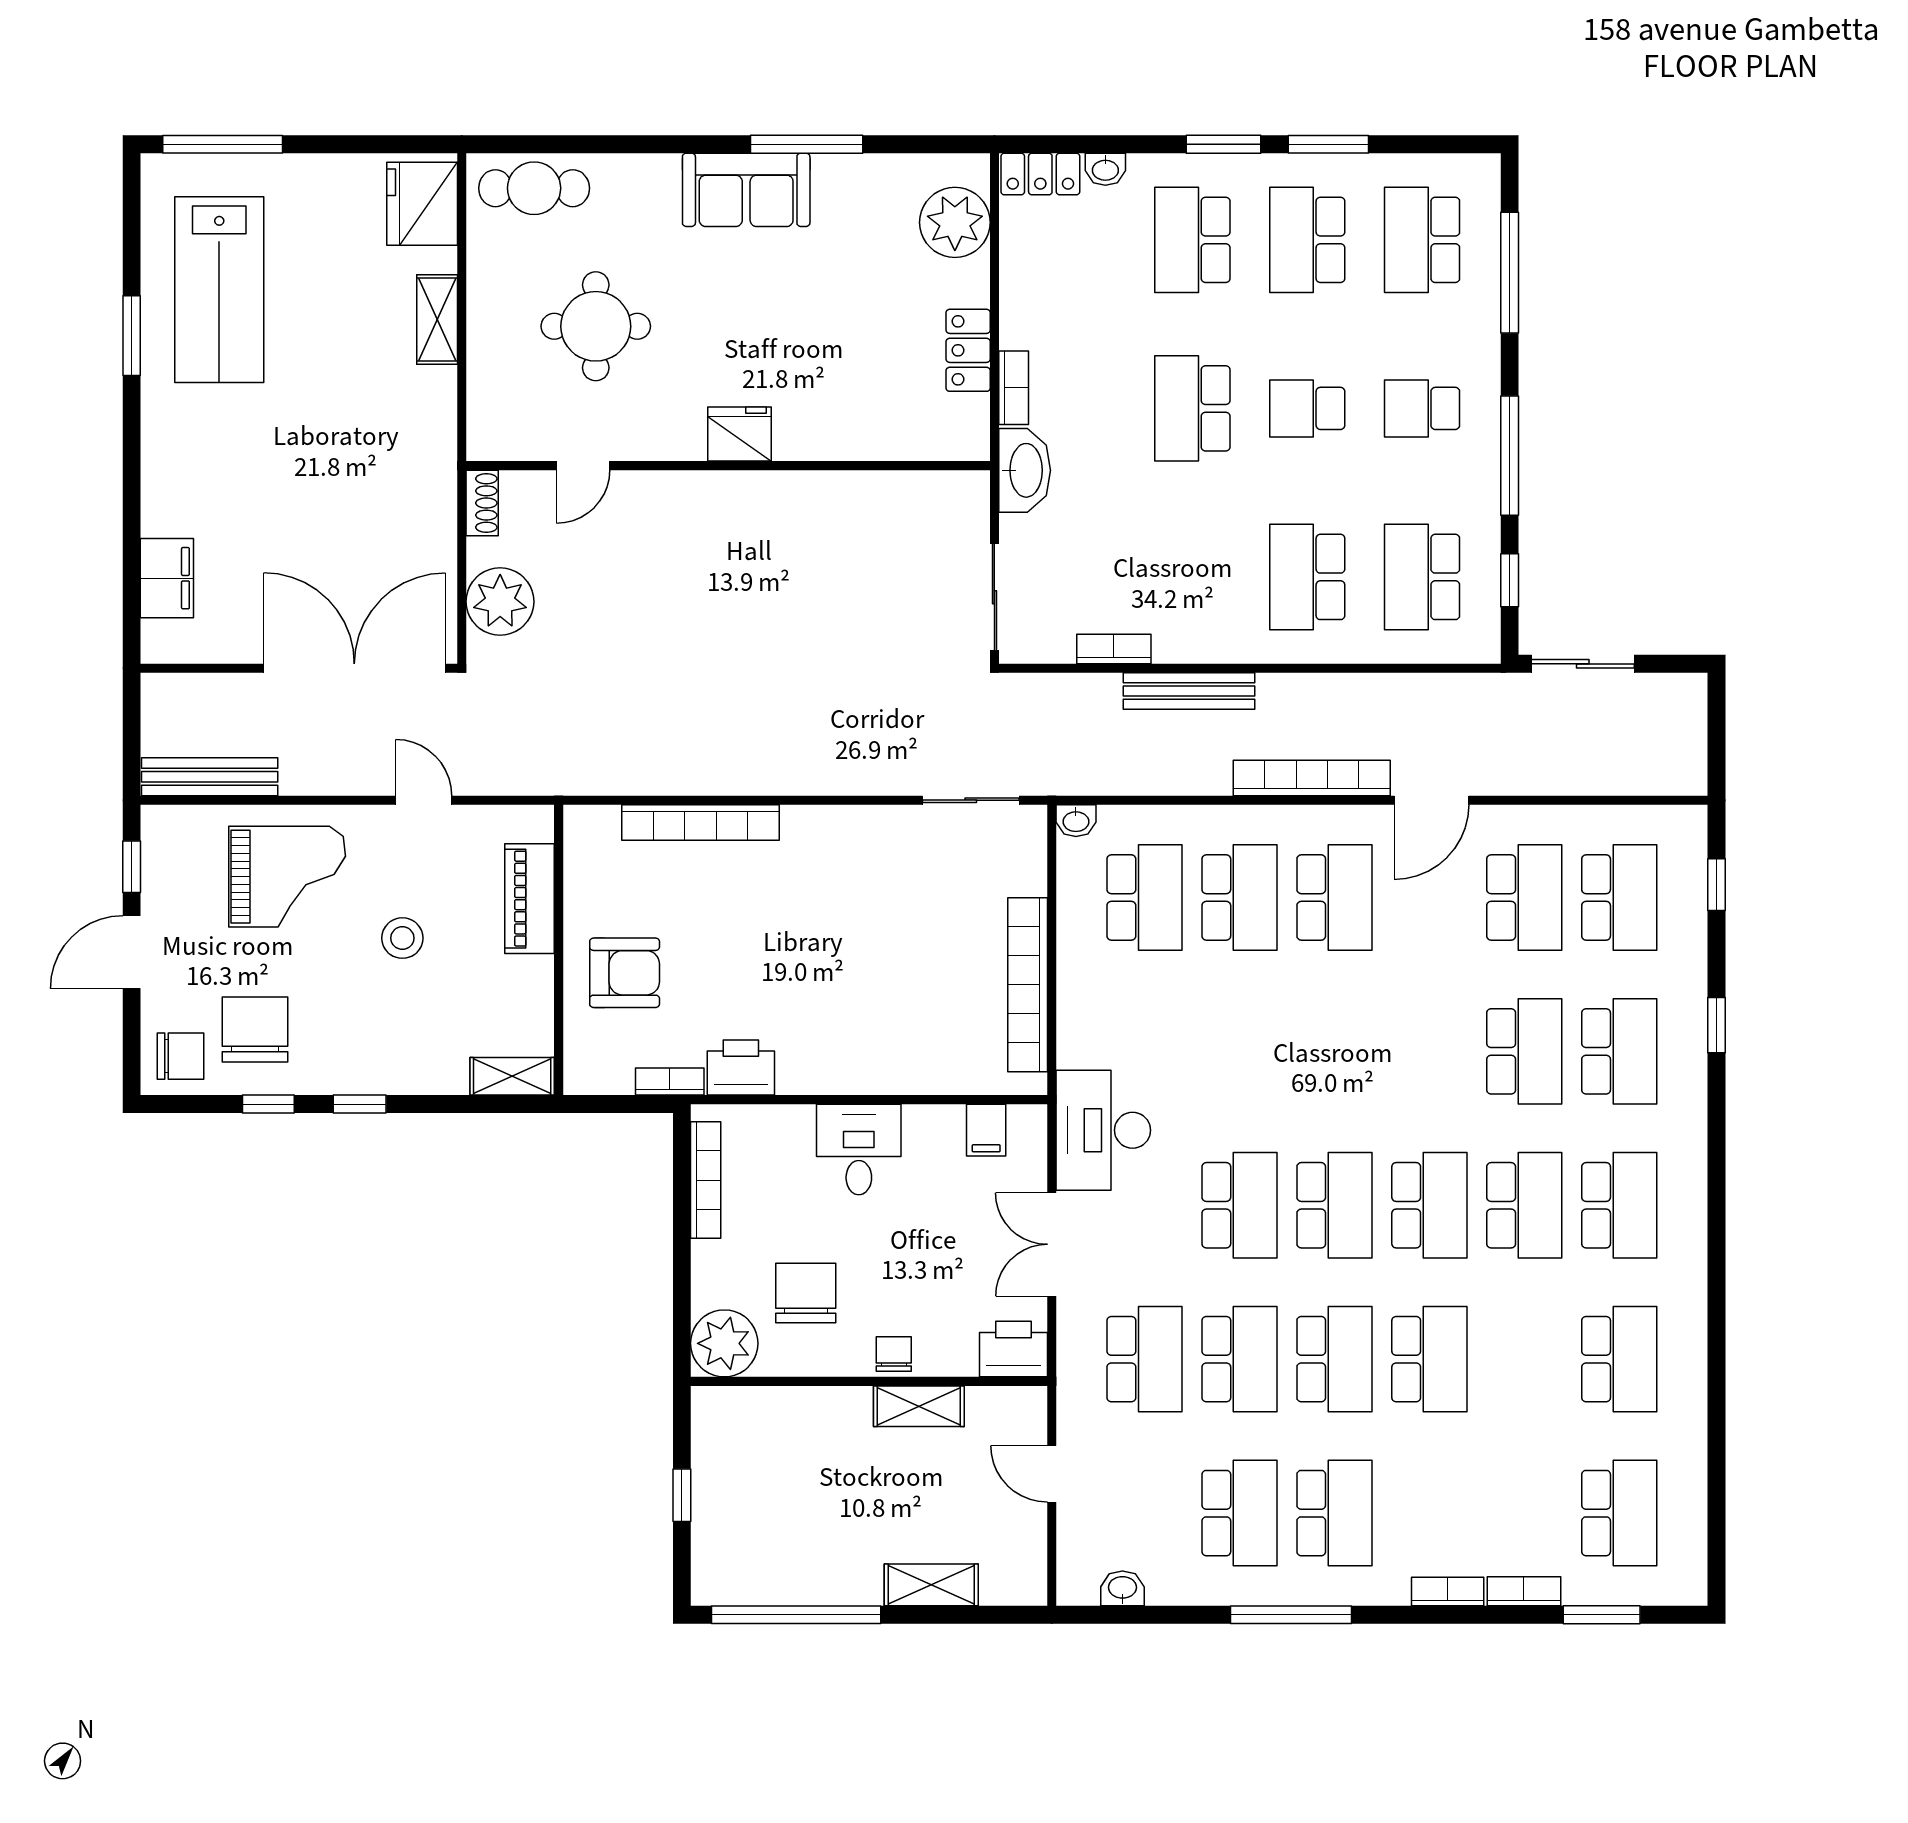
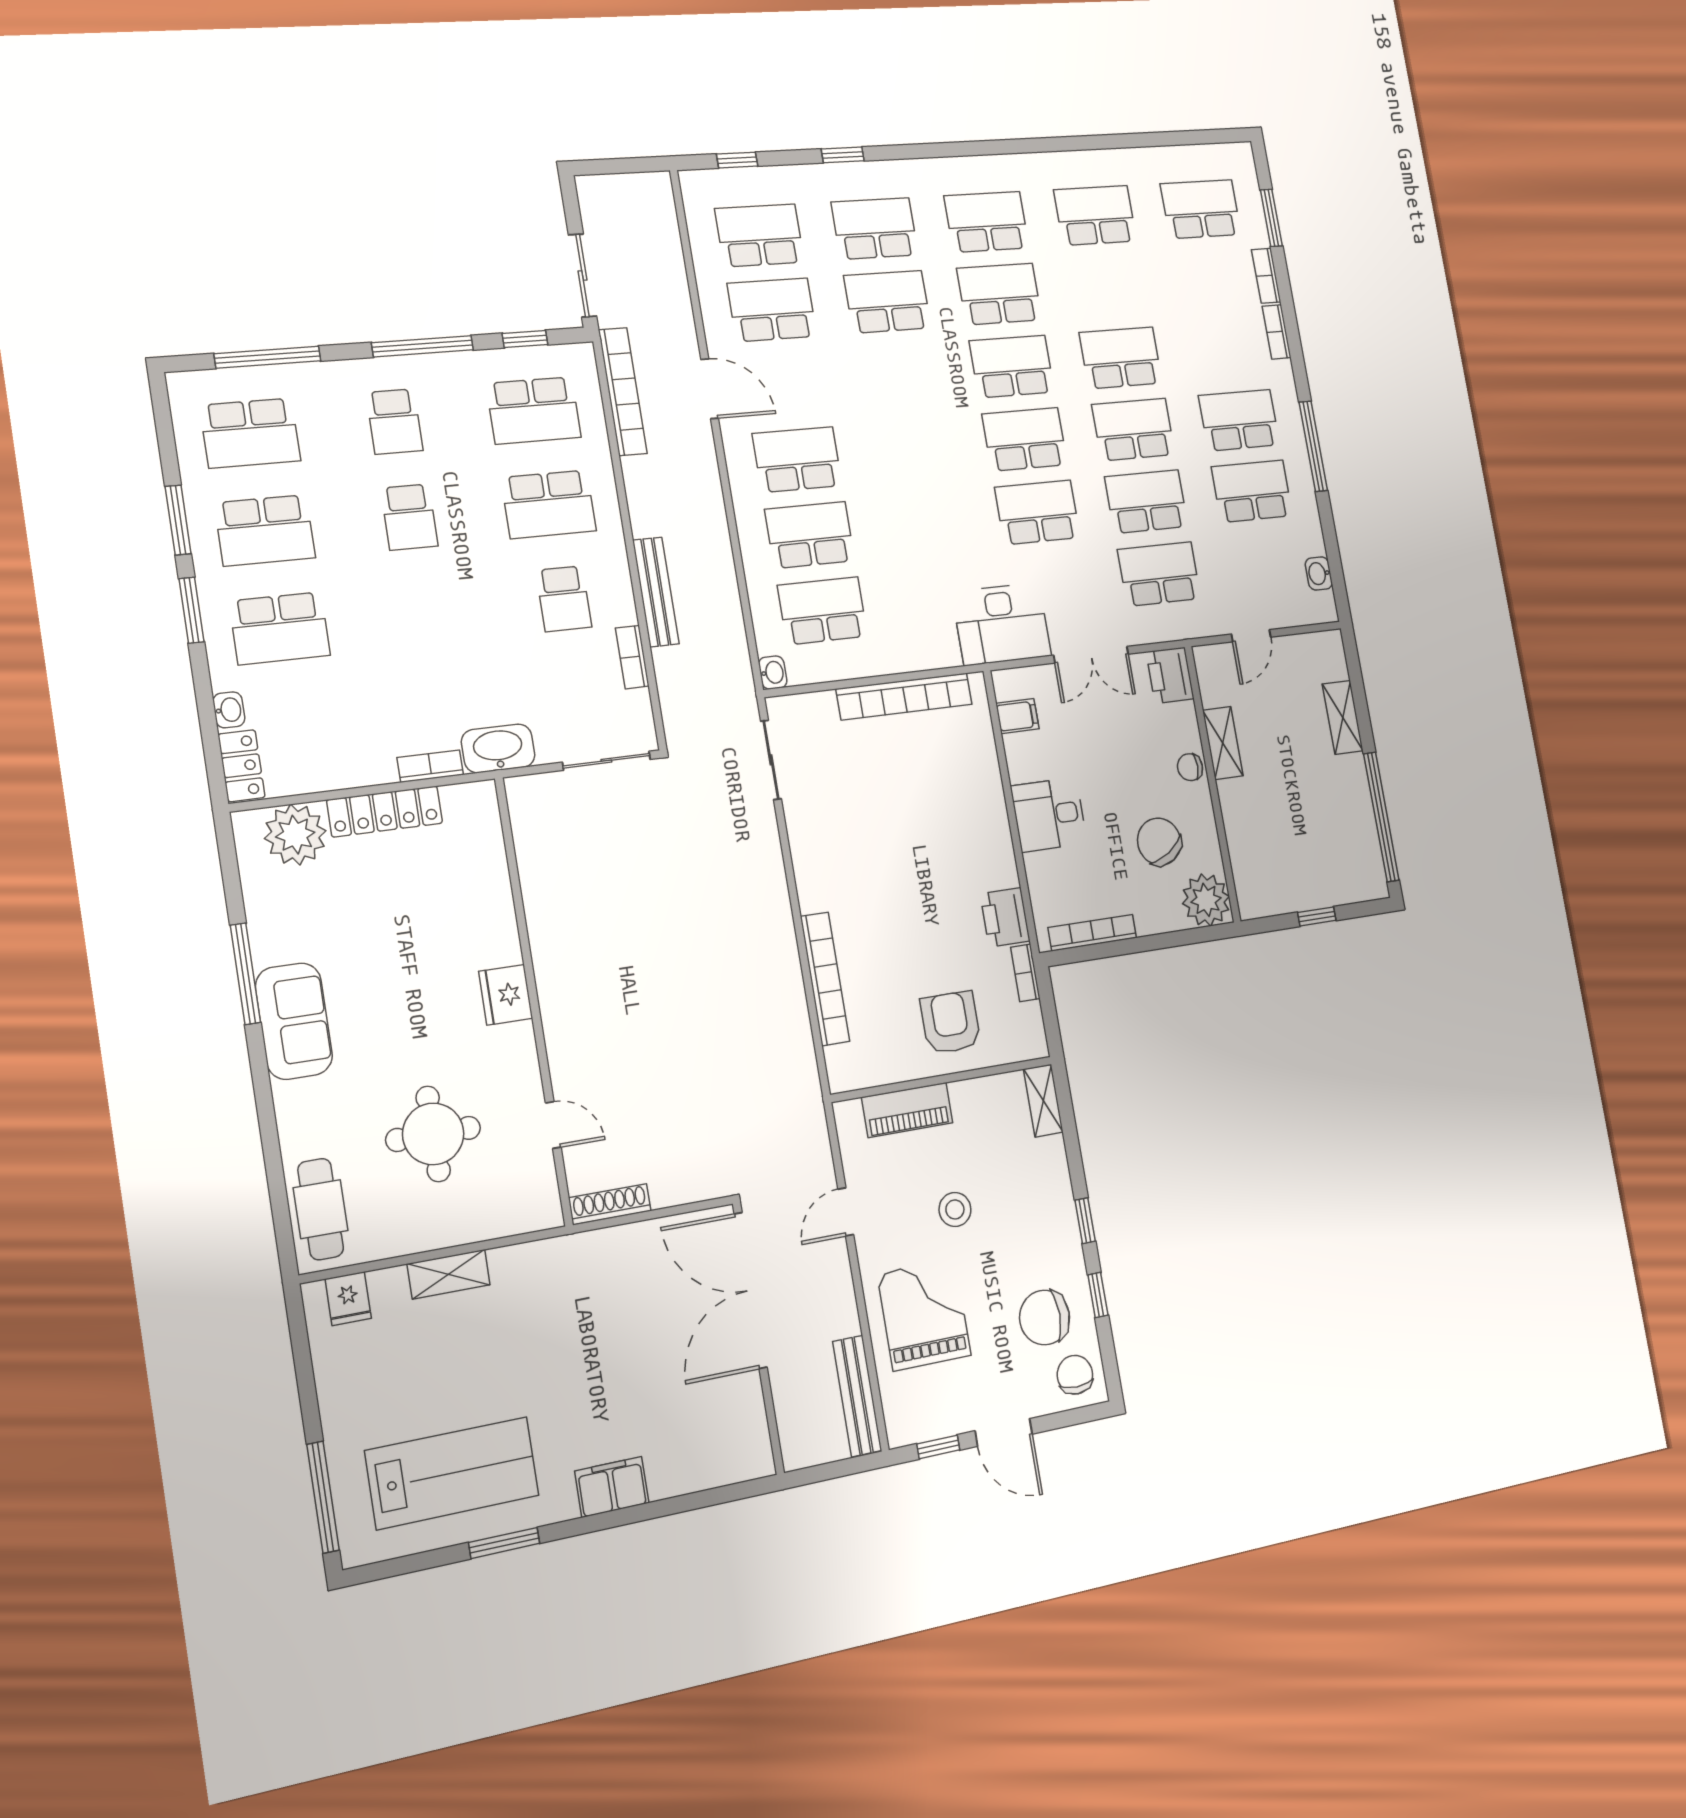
fridge: (422, 204) -> (348, 1299), width x0.53, depth x0.75
locker: (968, 350) -> (385, 811), width x1.53
school desk: (1192, 408) -> (564, 599), moved, width x0.54
shoe rack: (482, 503) -> (610, 1204), width x1.43
filing cabinet: (167, 578) -> (612, 1487), moved
plant: (500, 602) -> (677, 1176), removed
bookcase: (1312, 778) -> (623, 392), moved, turned 180
chair: (806, 1293) -> (1159, 842), turned 58

